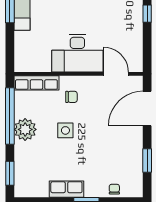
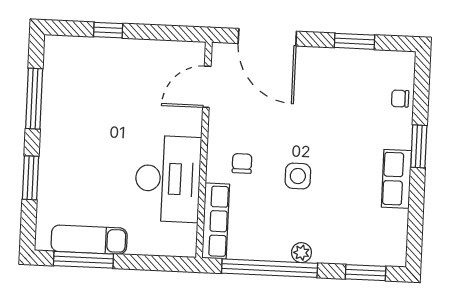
desk: (77, 53) -> (168, 179), moved
plant: (25, 129) -> (301, 253), width x0.53, depth x0.53

